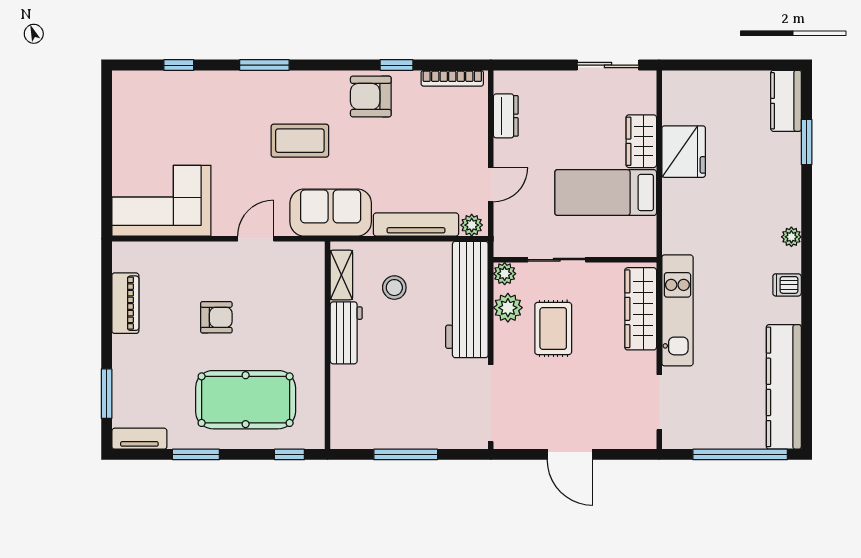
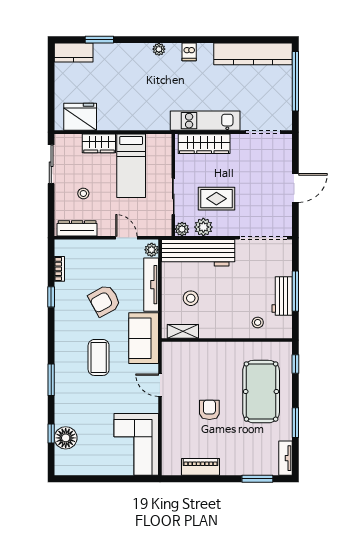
bookcase: (452, 78) -> (59, 269), width x0.64
floor lamp: (172, 88) -> (66, 438), added
armchair: (371, 96) -> (104, 301), moved, turned 61
dresser: (506, 116) -> (77, 228), width x1.44
stool: (561, 116) -> (83, 193), added
fridge: (684, 152) -> (80, 117), moved
workbench: (346, 333) -> (282, 296), moved, turned -90
stool: (356, 394) -> (258, 322), added

